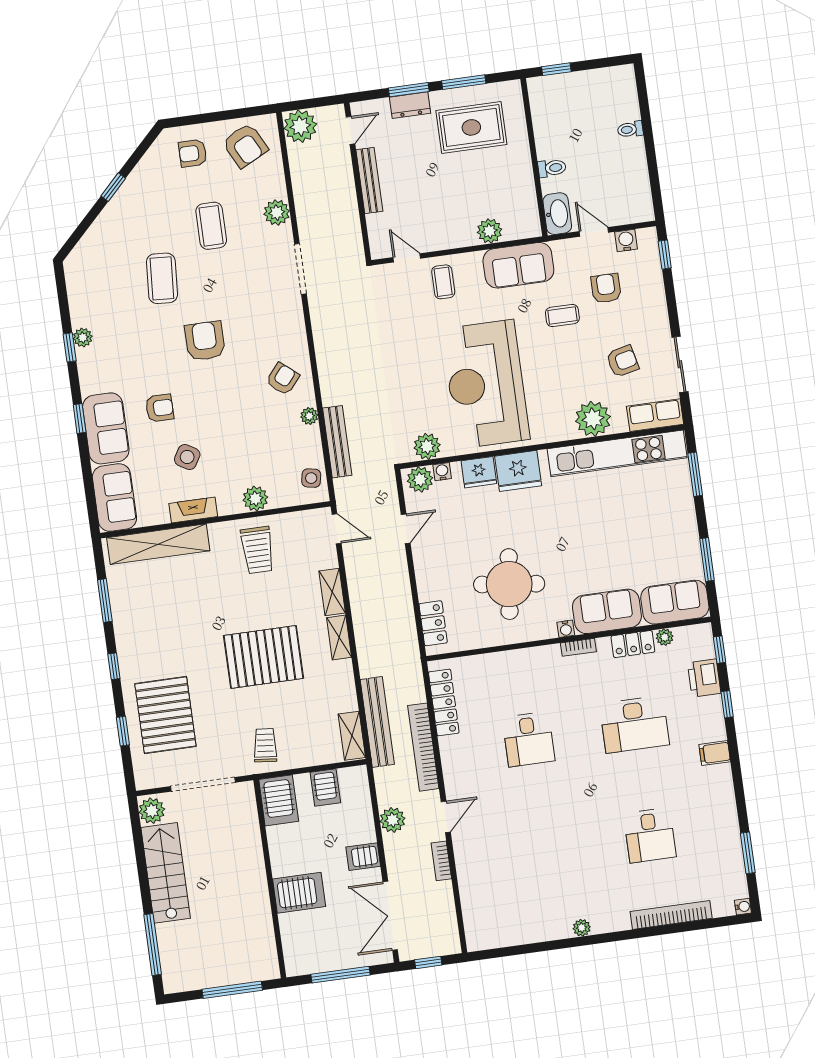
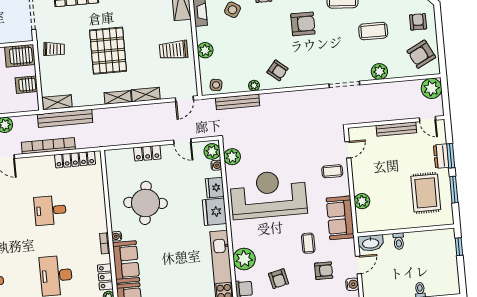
locker: (433, 623) -> (147, 153), moved

